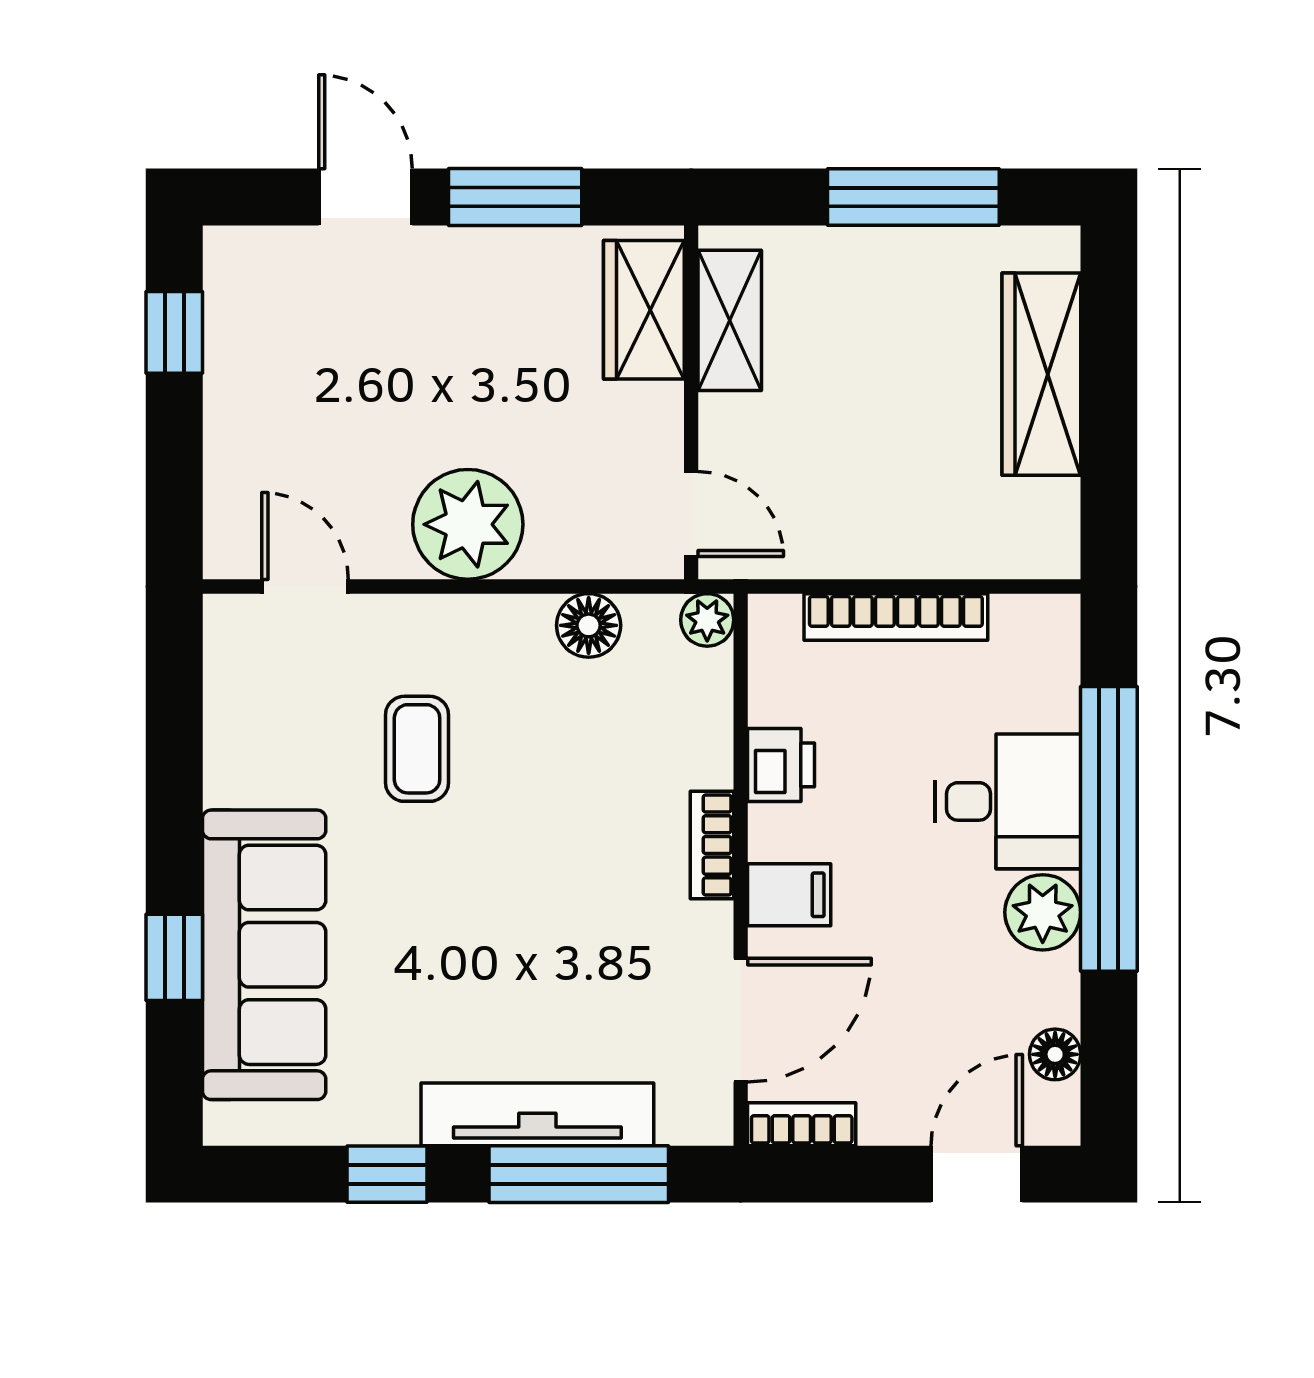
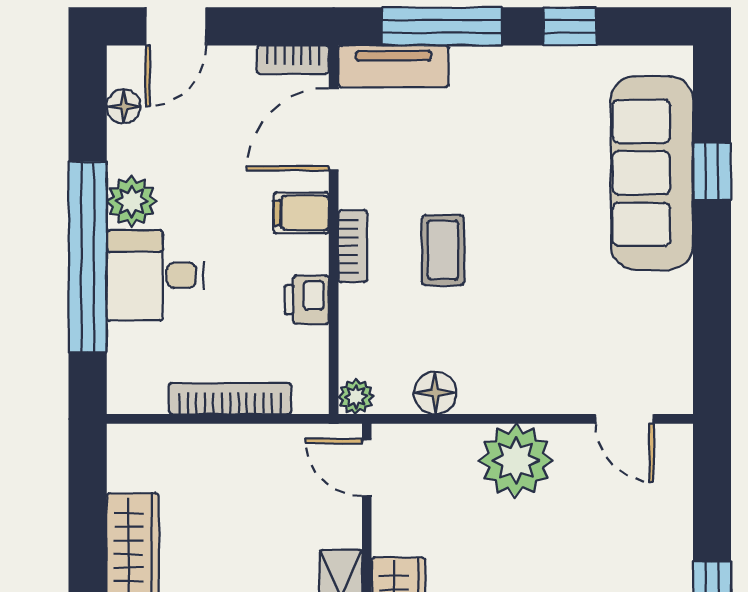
coffee table: (417, 749) -> (443, 250), moved
tv unit: (537, 1114) -> (393, 66), moved, width x0.71

